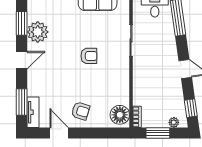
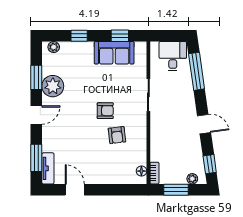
armchair: (81, 111) -> (117, 135), moved, turned 66
floor lamp: (120, 115) -> (141, 171), width x0.53, depth x0.53

